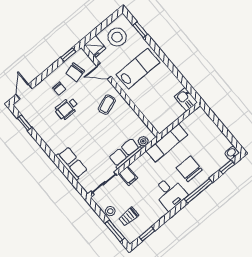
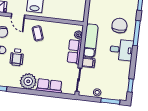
door: (104, 71) -> (18, 16), hinge flipped
plant: (56, 141) -> (28, 81), added
exam couch: (167, 143) -> (91, 41), moved
chair: (189, 169) -> (119, 26), turned 90
trolley: (129, 217) -> (111, 86), removed

